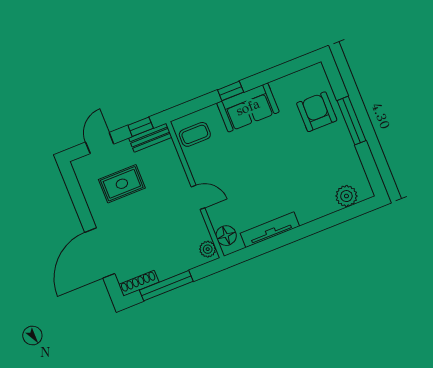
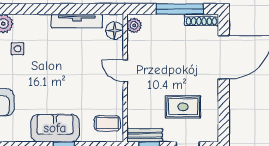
side table: (321, 175) -> (17, 49), added

